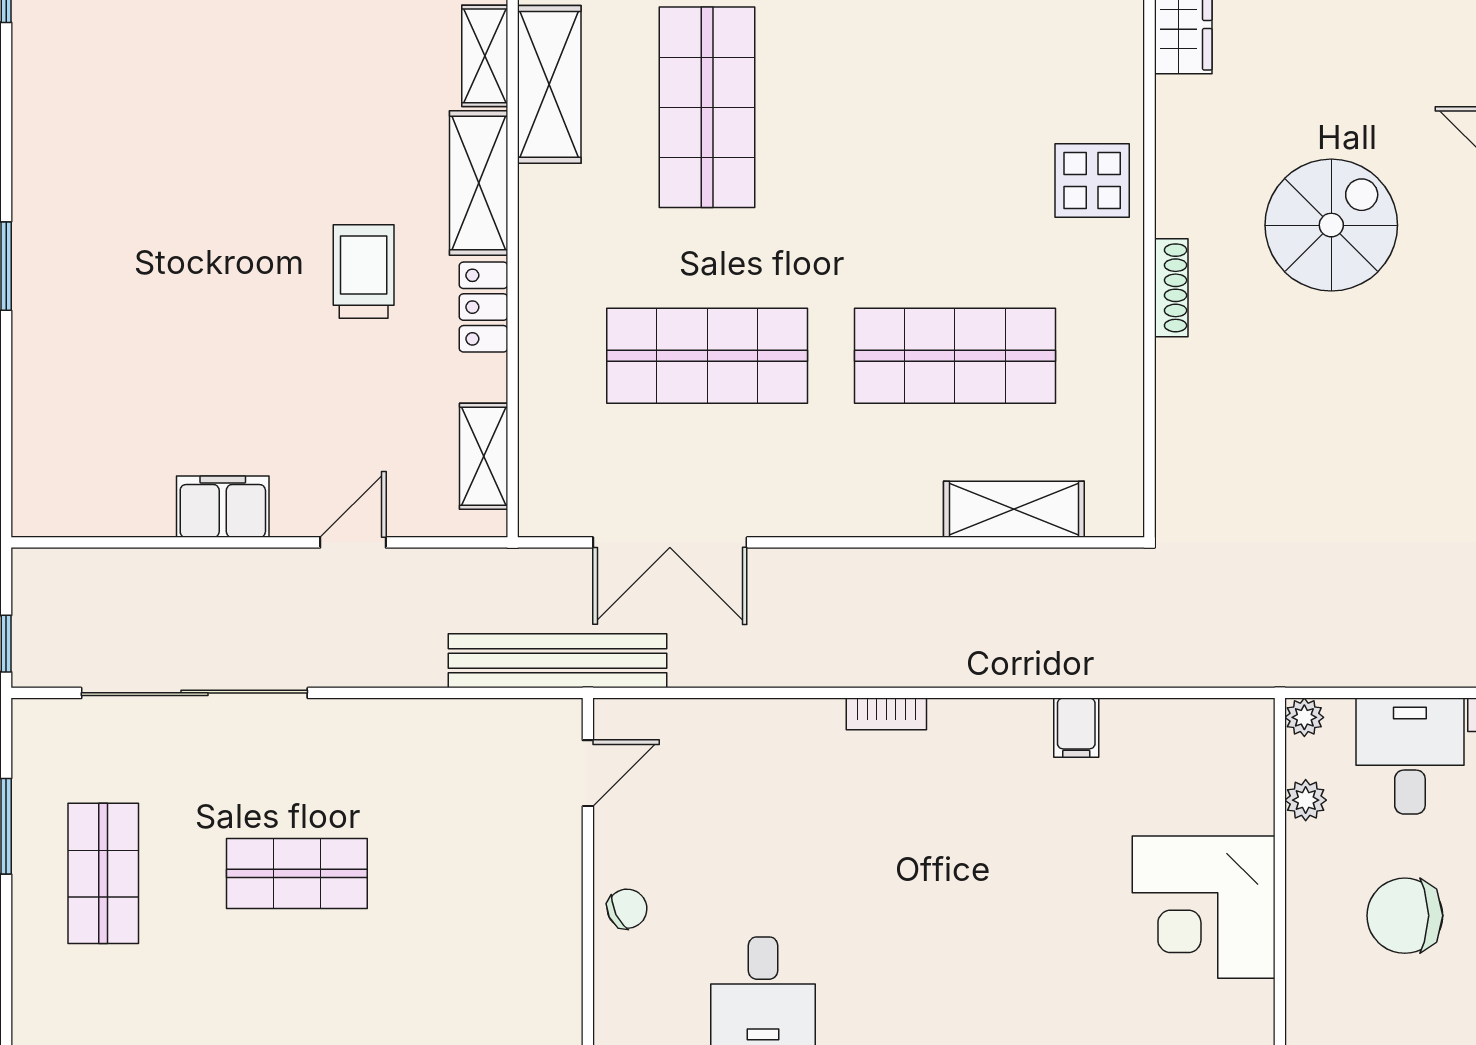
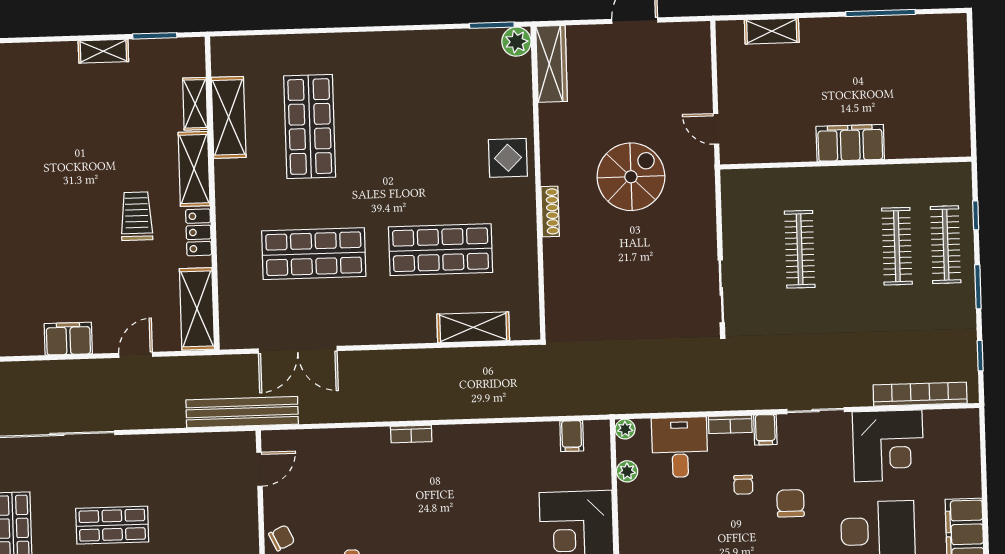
shelving: (484, 456) -> (197, 309), width x1.50, depth x1.33
filing cabinet: (1076, 728) -> (572, 436), moved
chair: (1405, 916) -> (680, 529), removed

